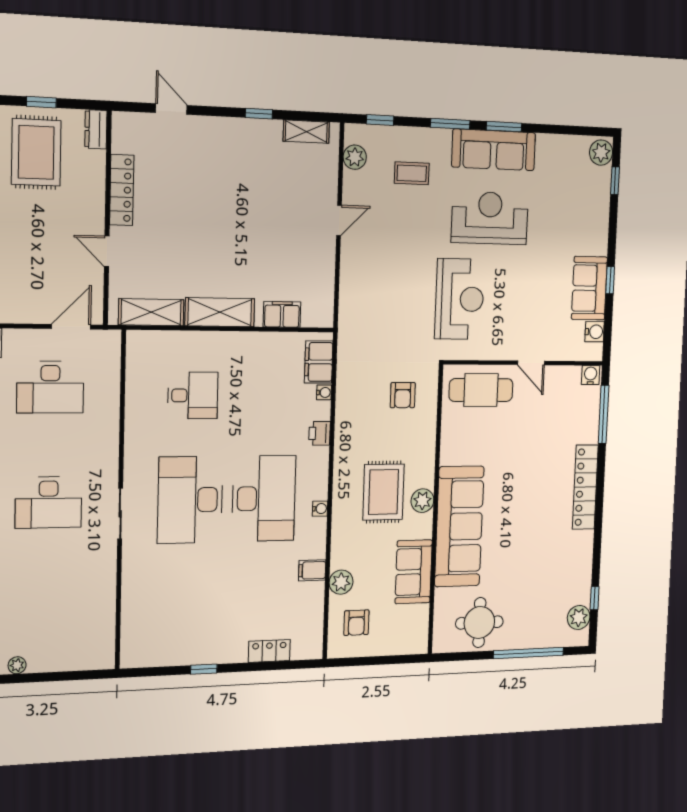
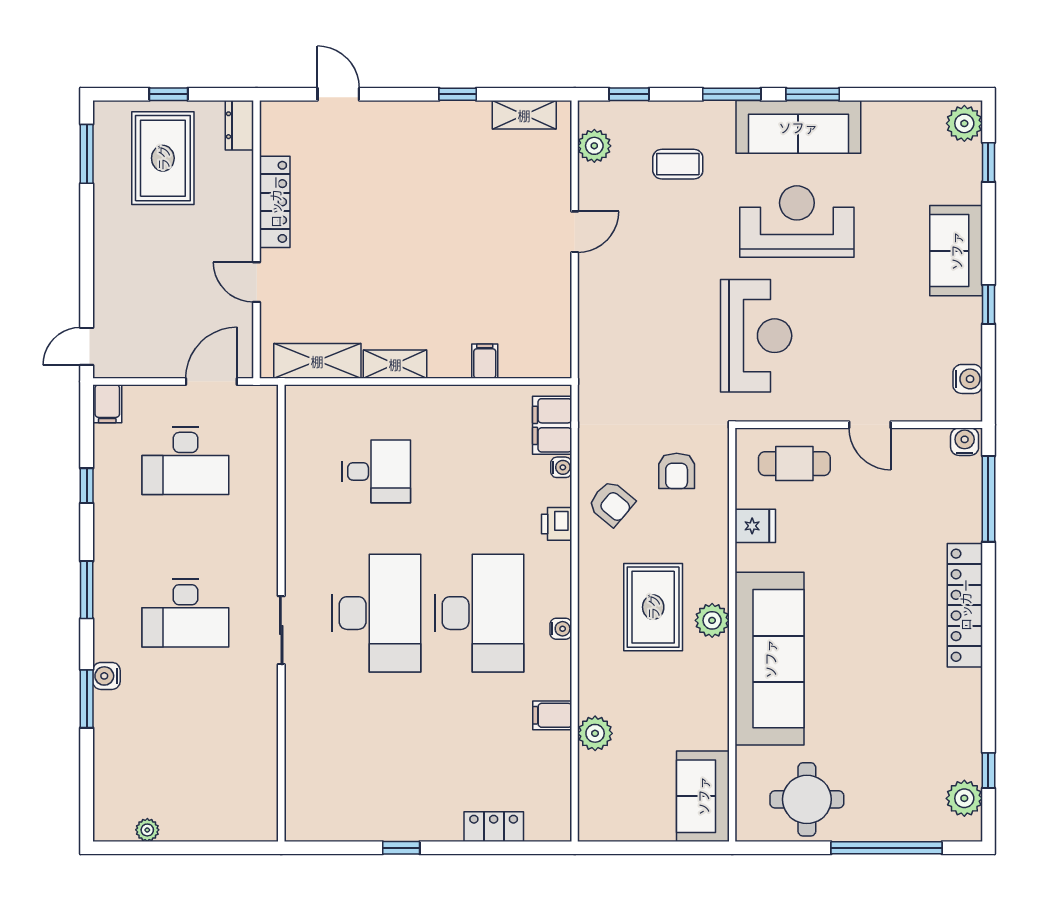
sofa: (589, 288) -> (956, 251), moved
shelving: (220, 312) -> (395, 364), width x0.67, depth x0.75
filing cabinet: (282, 314) -> (485, 361), width x0.50
cafe table: (481, 390) -> (794, 464), width x0.73, depth x0.74
fridge: (454, 434) -> (755, 526), added
desk: (190, 500) -> (376, 613), turned 180
sofa: (414, 572) -> (703, 796), moved
armchair: (356, 623) -> (611, 503), moved, turned -50

